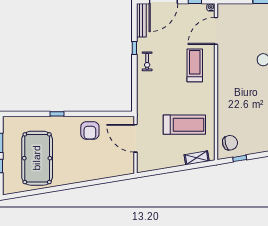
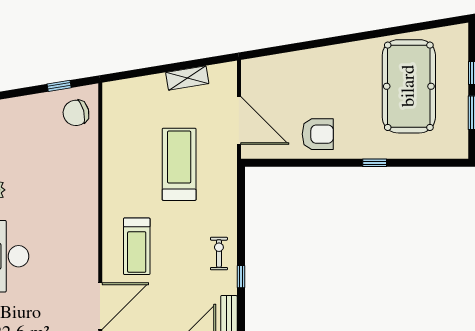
treadmill: (184, 125) -> (179, 164), moved, turned 90
armchair: (90, 130) -> (318, 134), turned 90
shelving: (197, 158) -> (187, 78), moved

